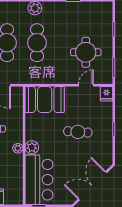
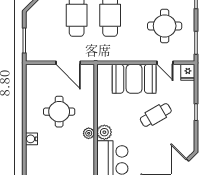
door: (86, 85) -> (165, 63), swing flipped
booth: (45, 99) -> (134, 79), moved
cafe table: (78, 132) -> (156, 115), turned -34

